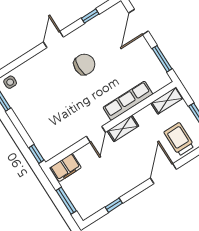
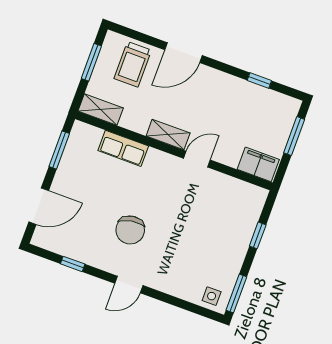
chair: (84, 64) -> (130, 230), turned -99
row of seats: (128, 101) -> (123, 148), width x0.68
window: (36, 154) -> (258, 235), moved

